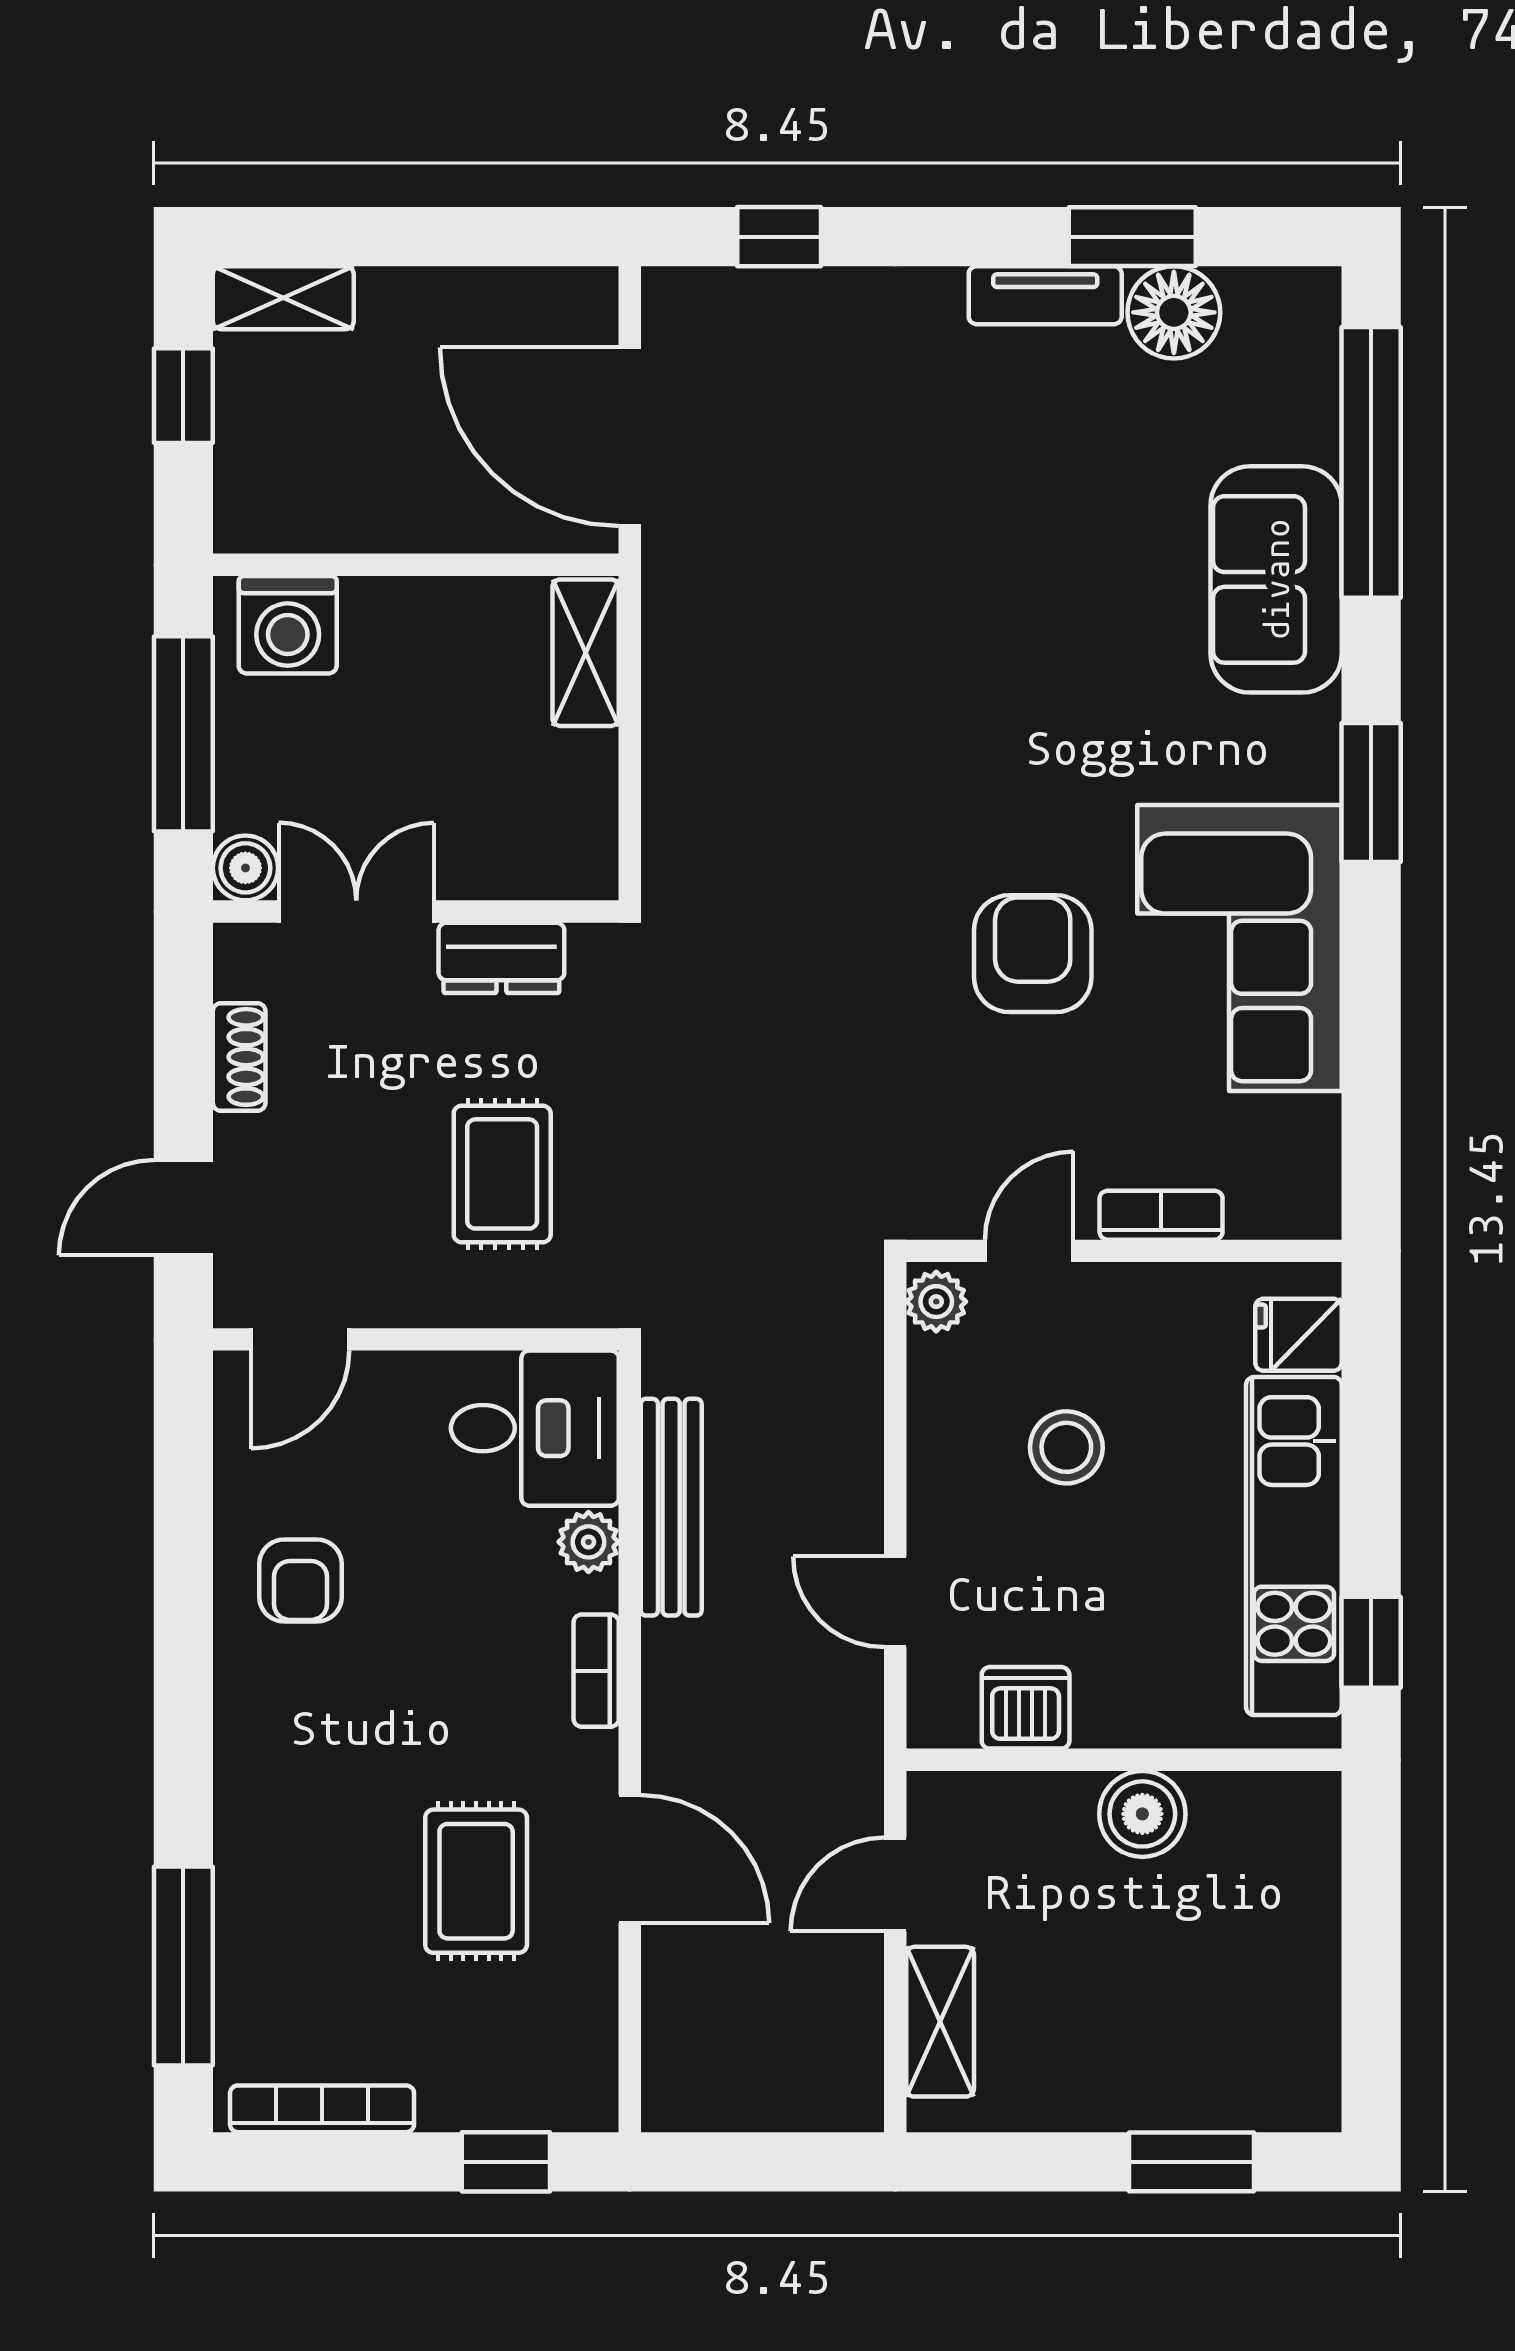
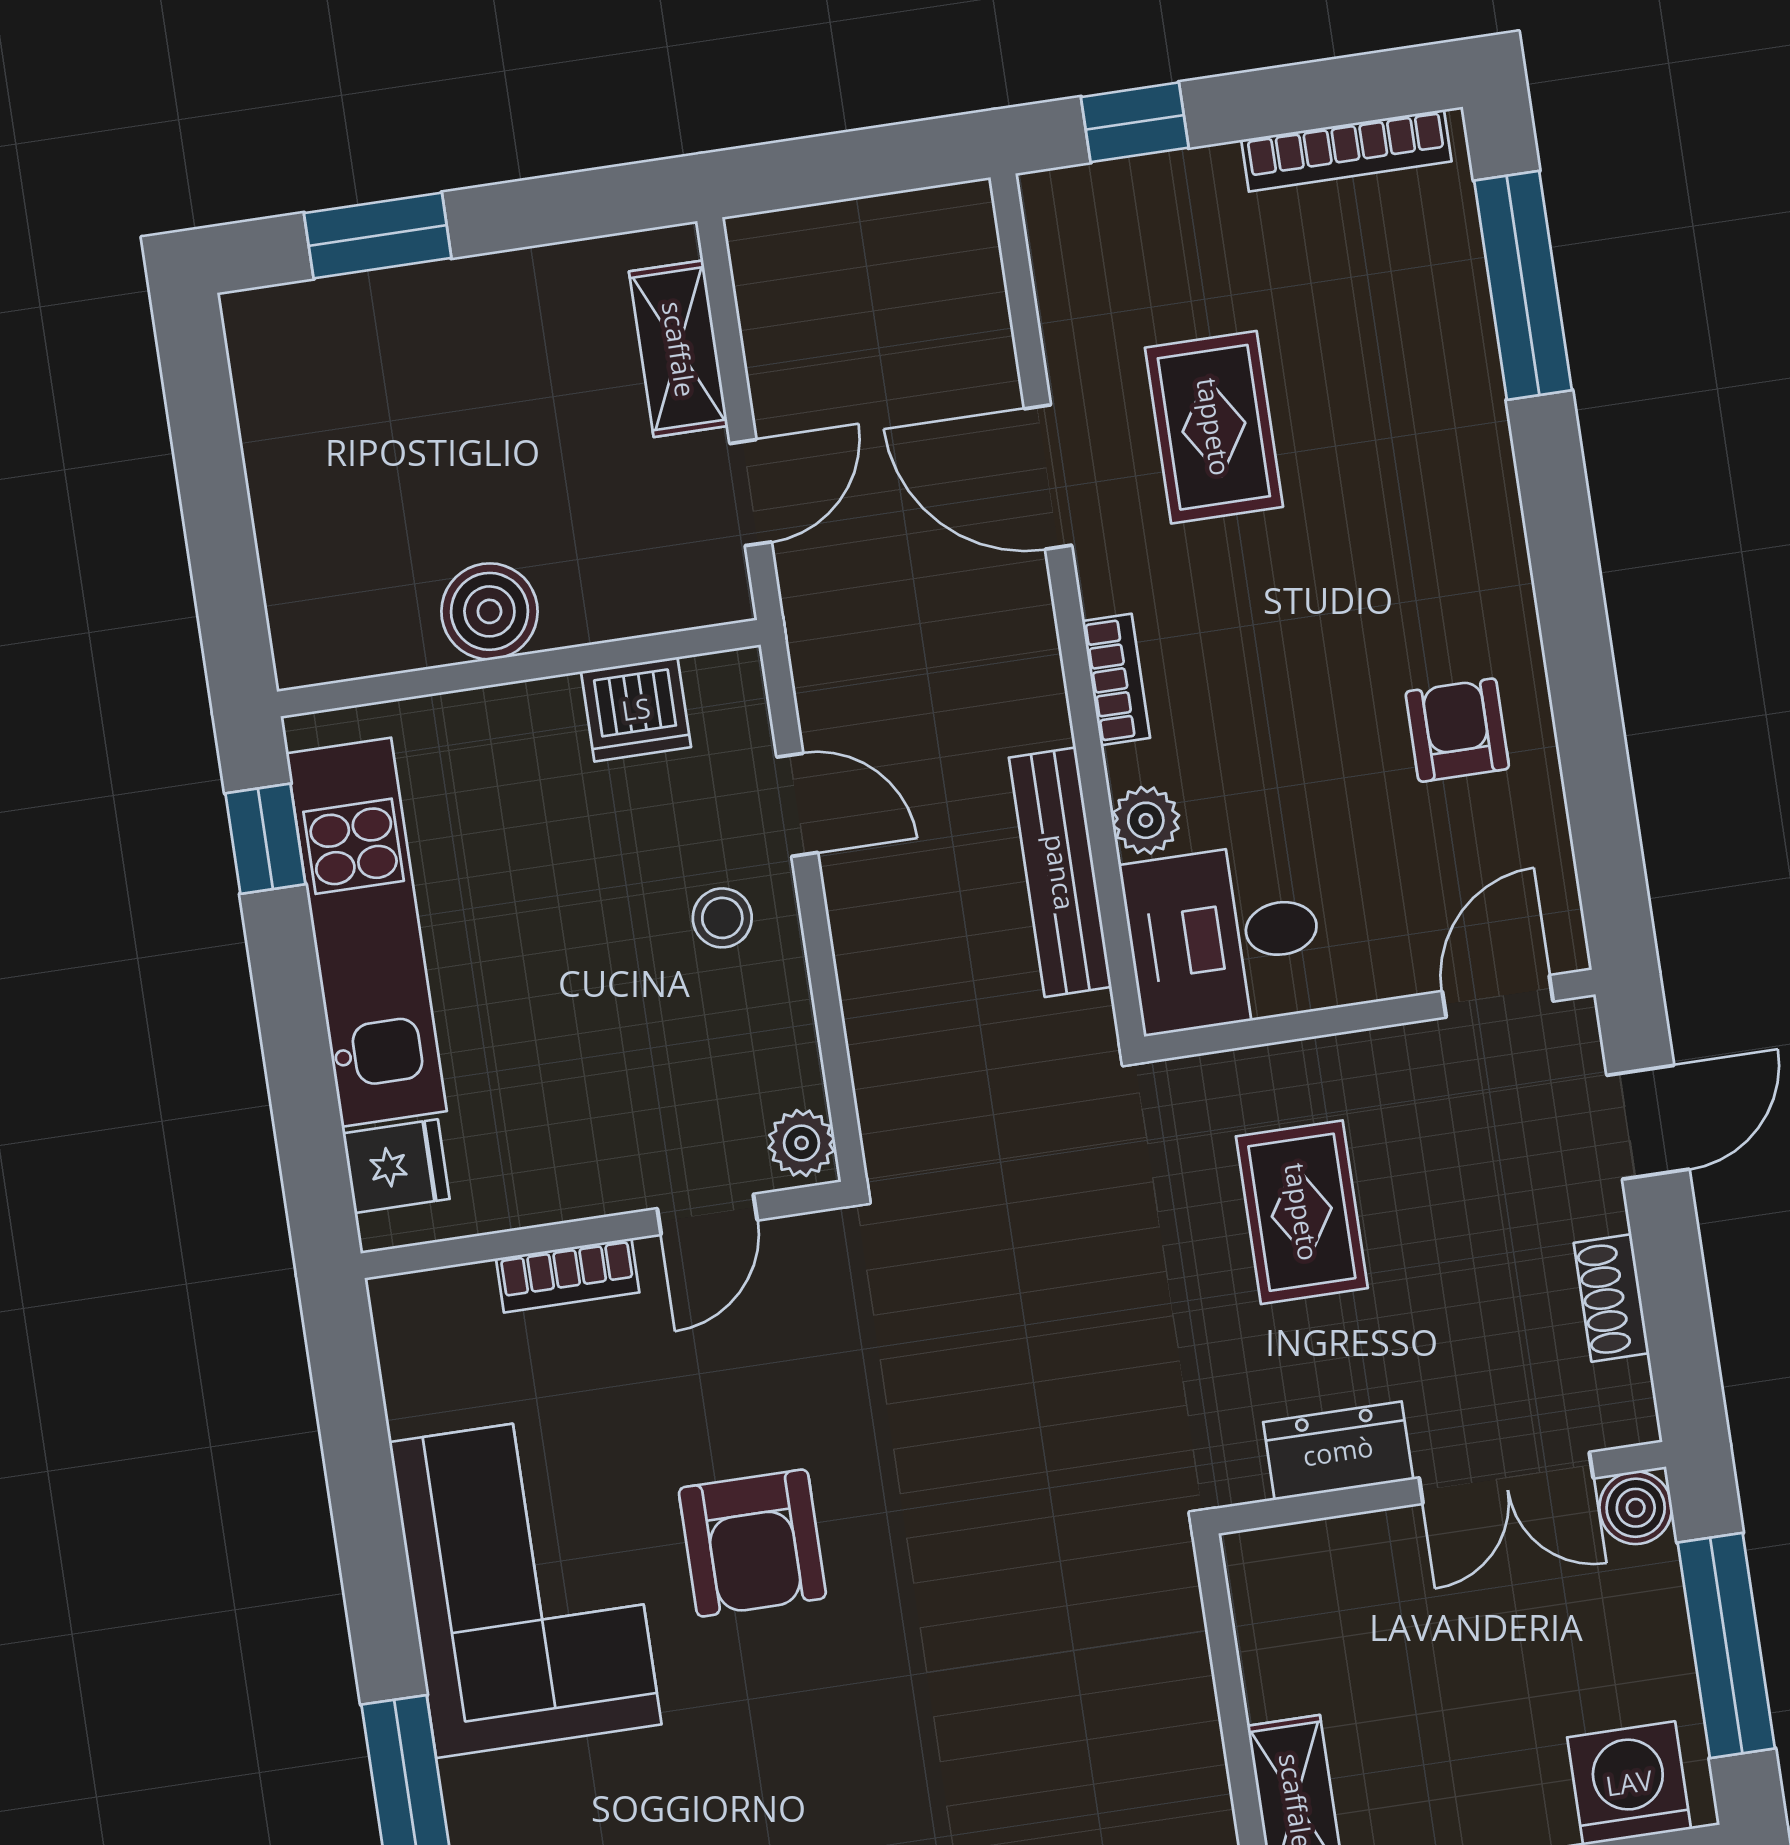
stool: (1066, 1447) -> (722, 918), moved, width x0.73, depth x0.73

